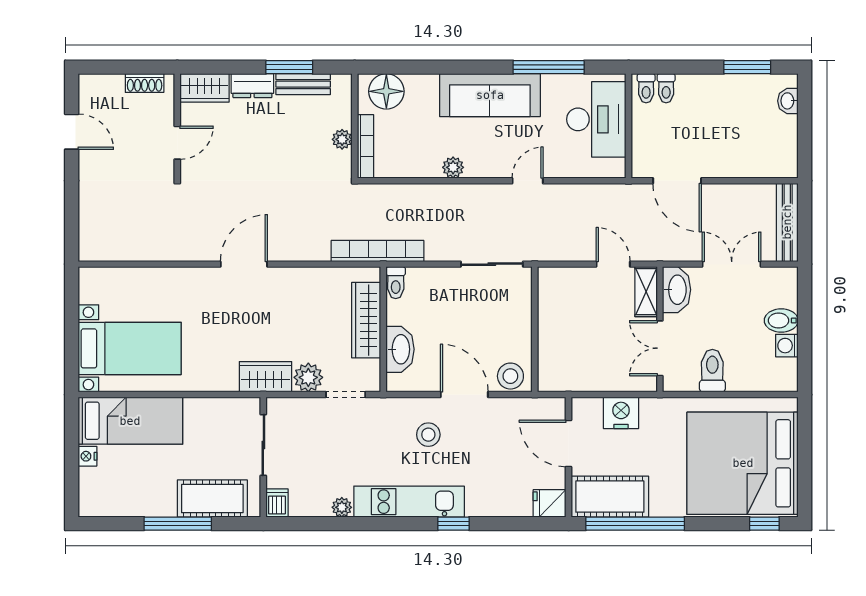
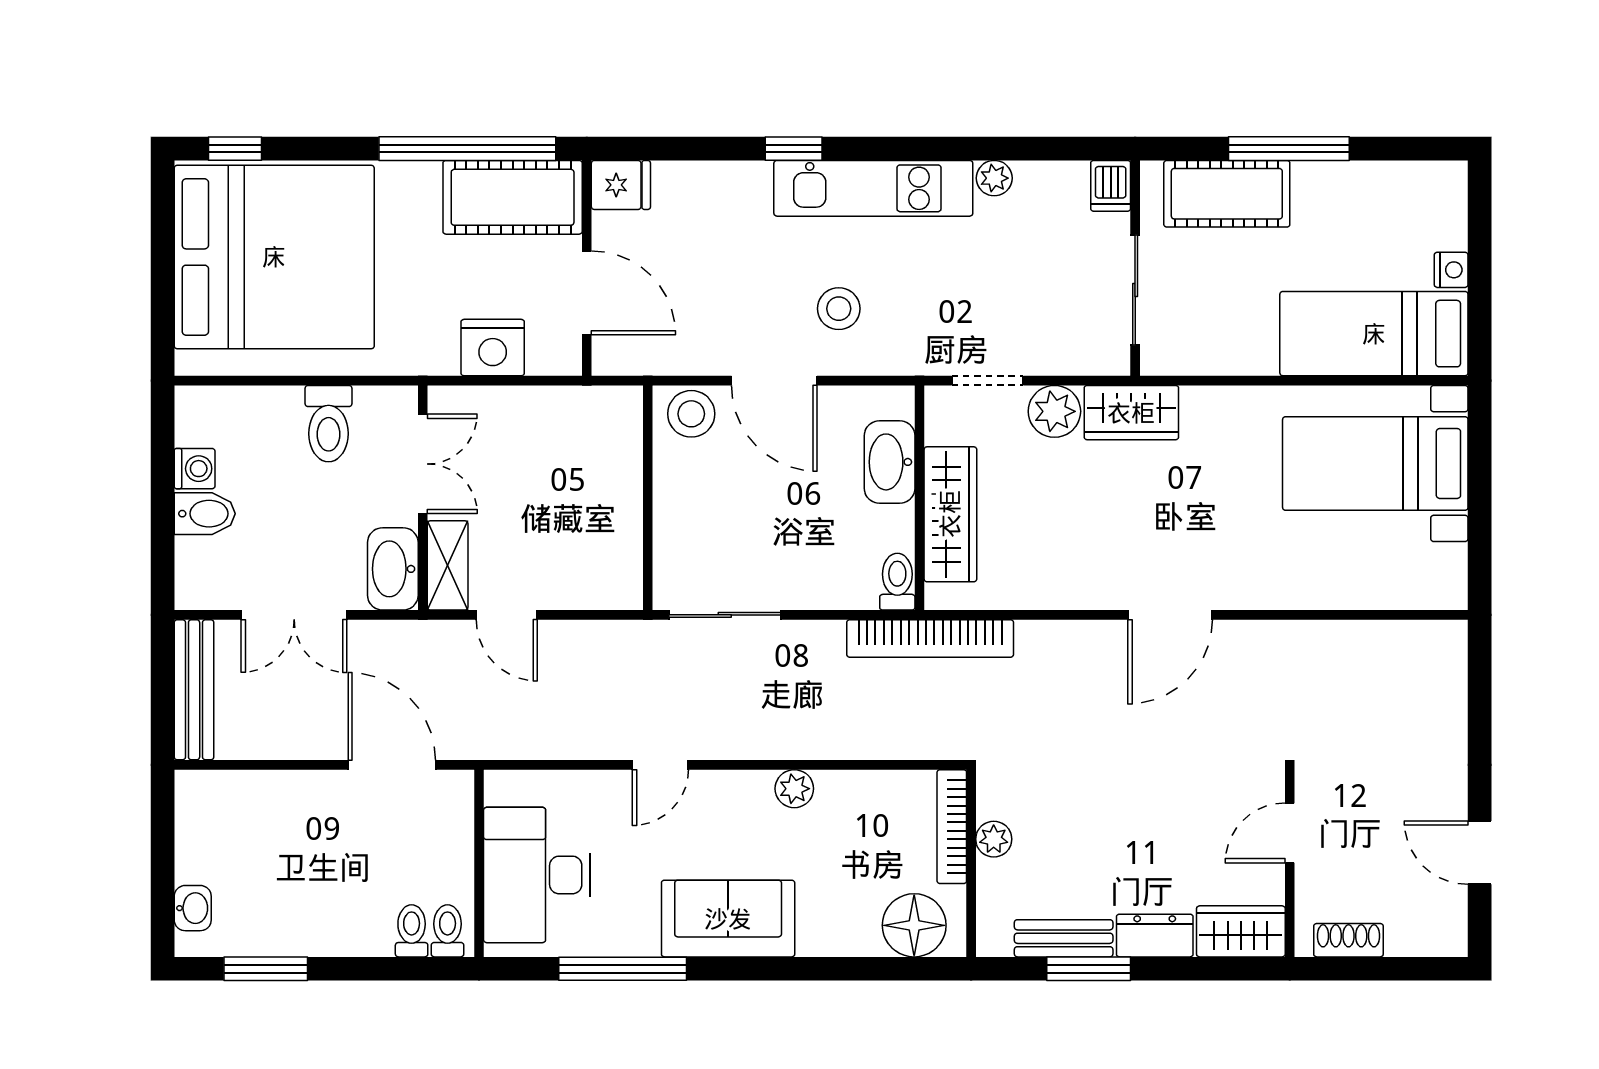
sofa: (490, 95) -> (728, 919), width x0.73

